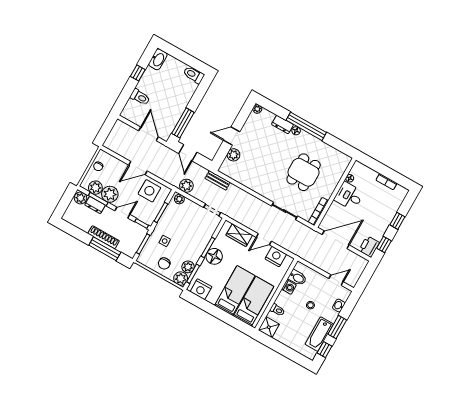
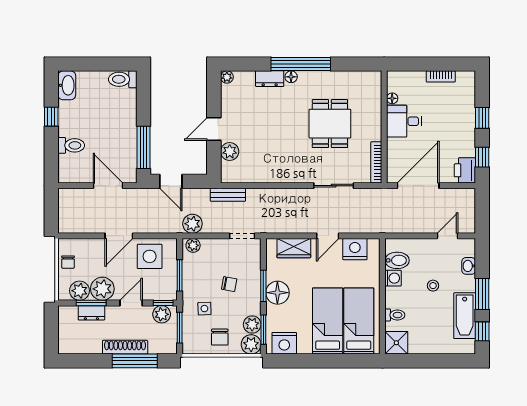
plant: (81, 198) -> (162, 314), moved
chair: (188, 235) -> (229, 284), added

